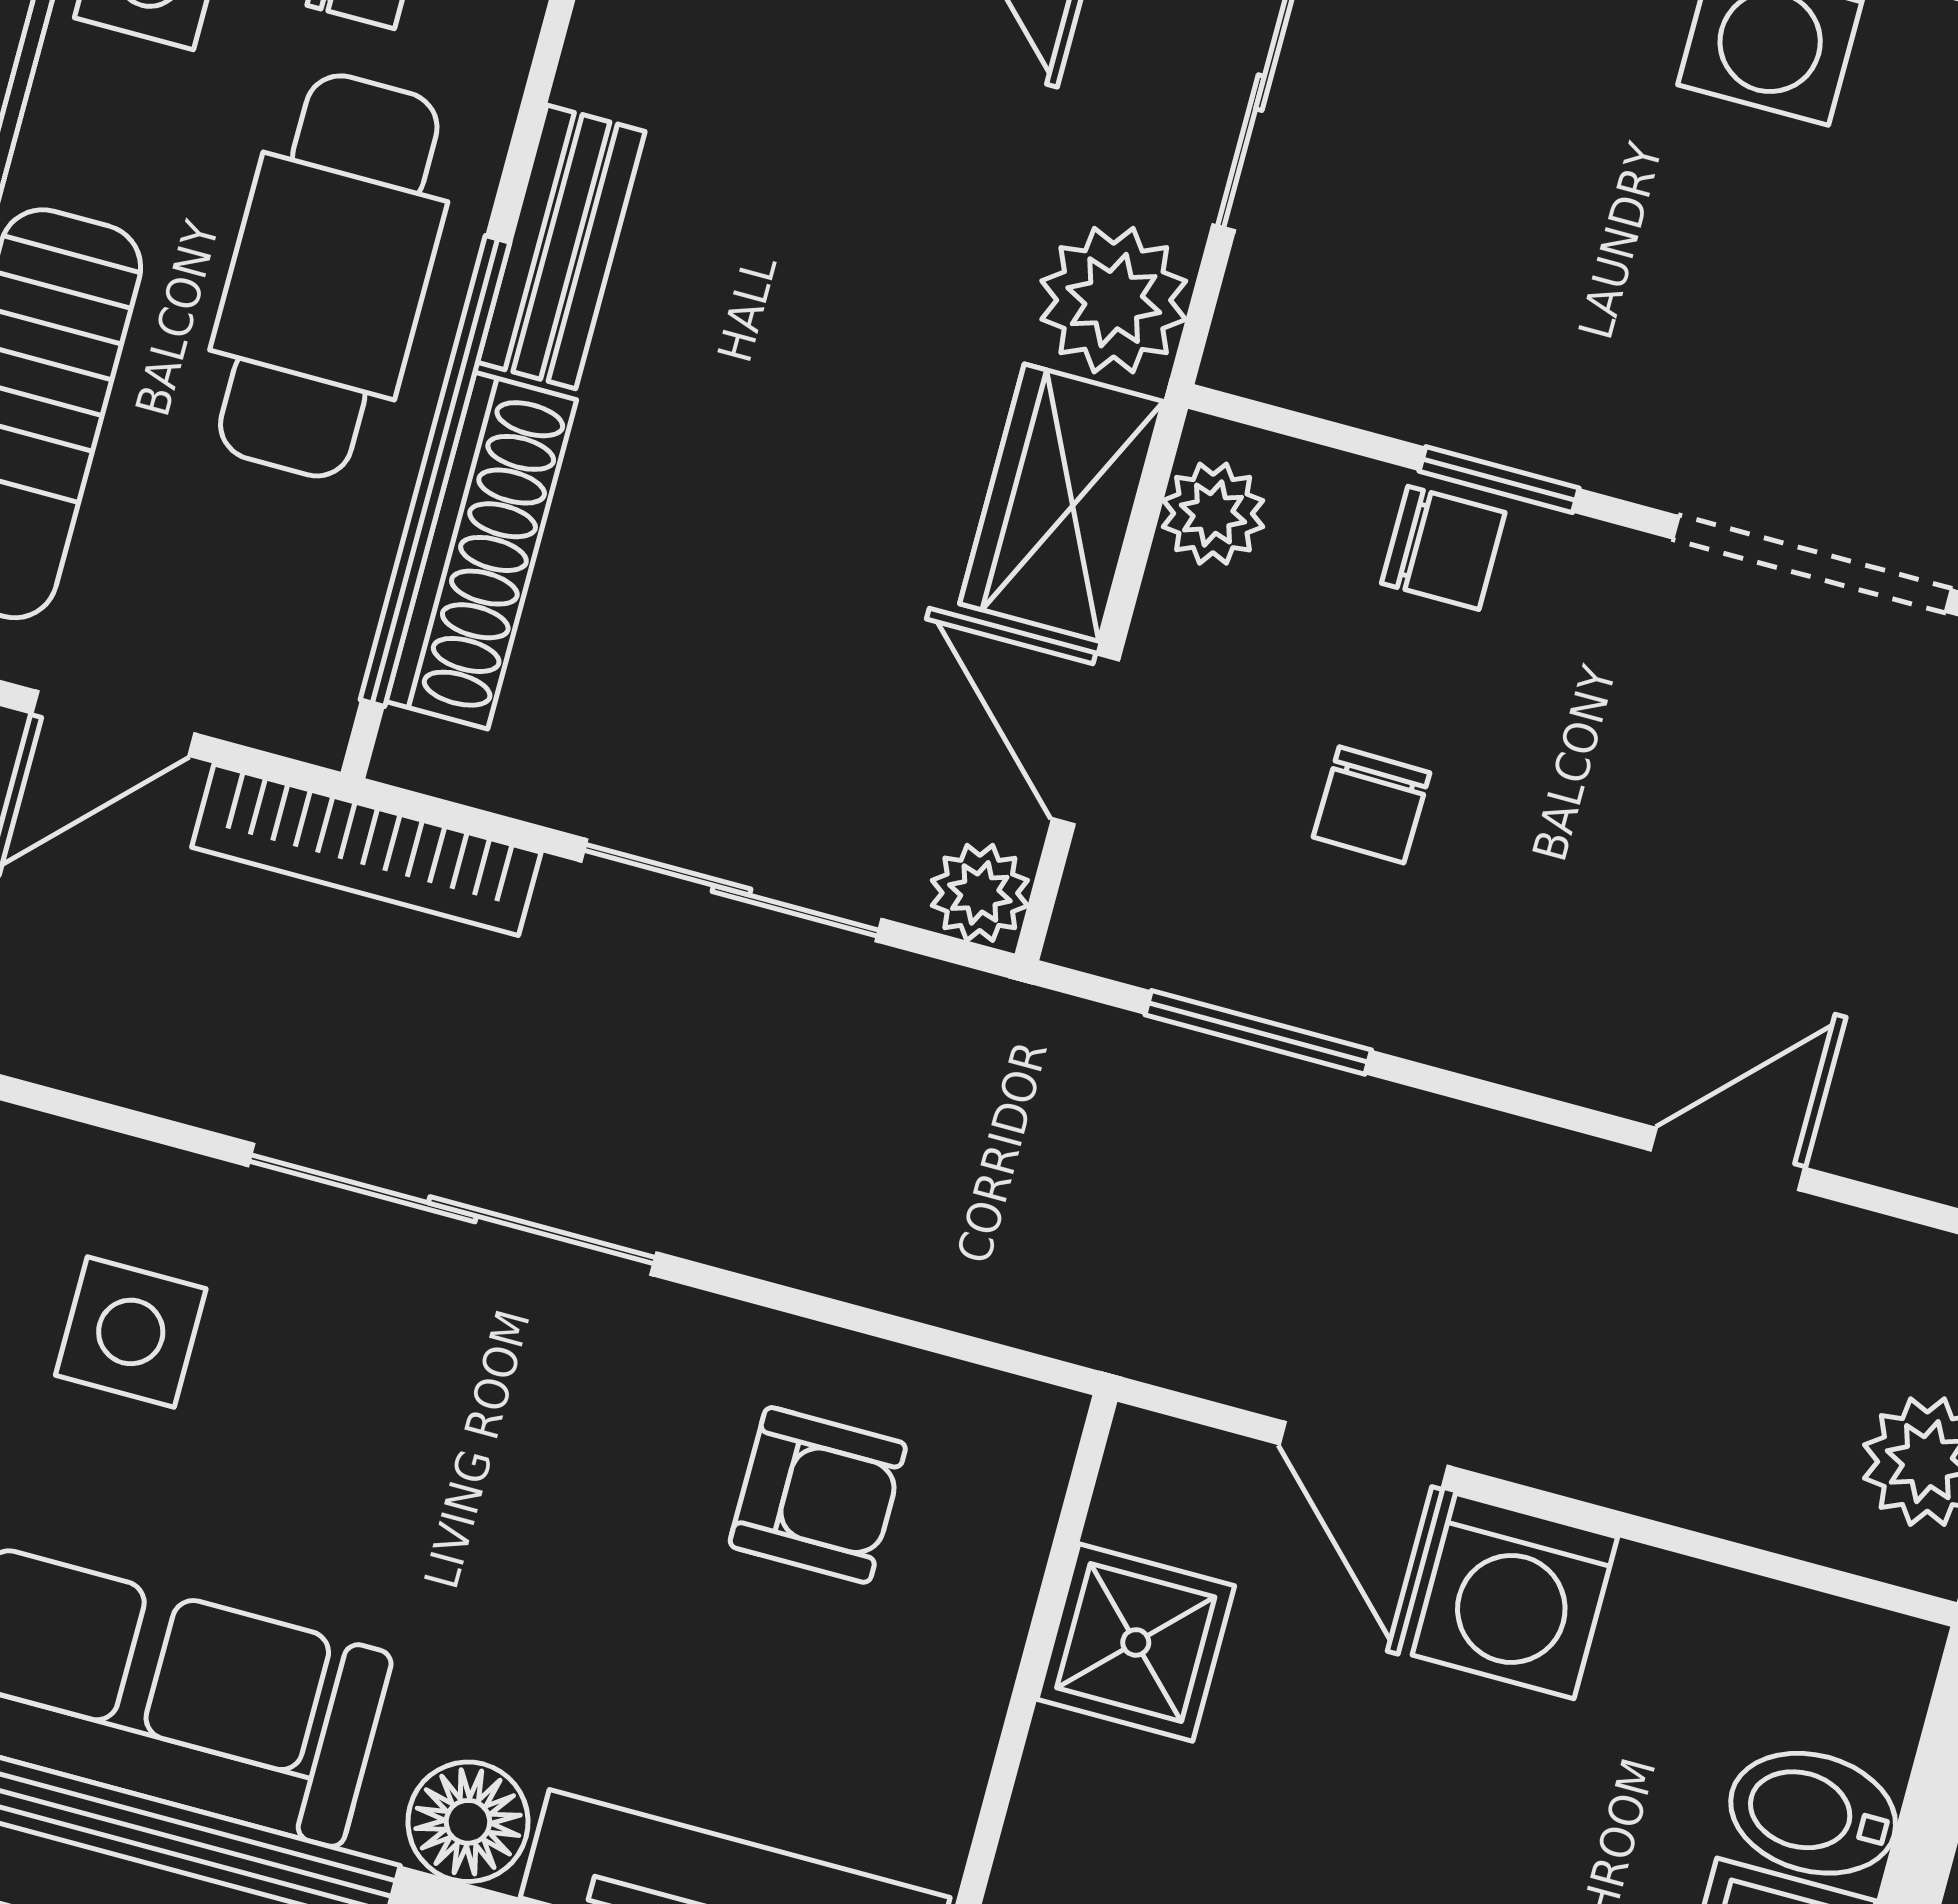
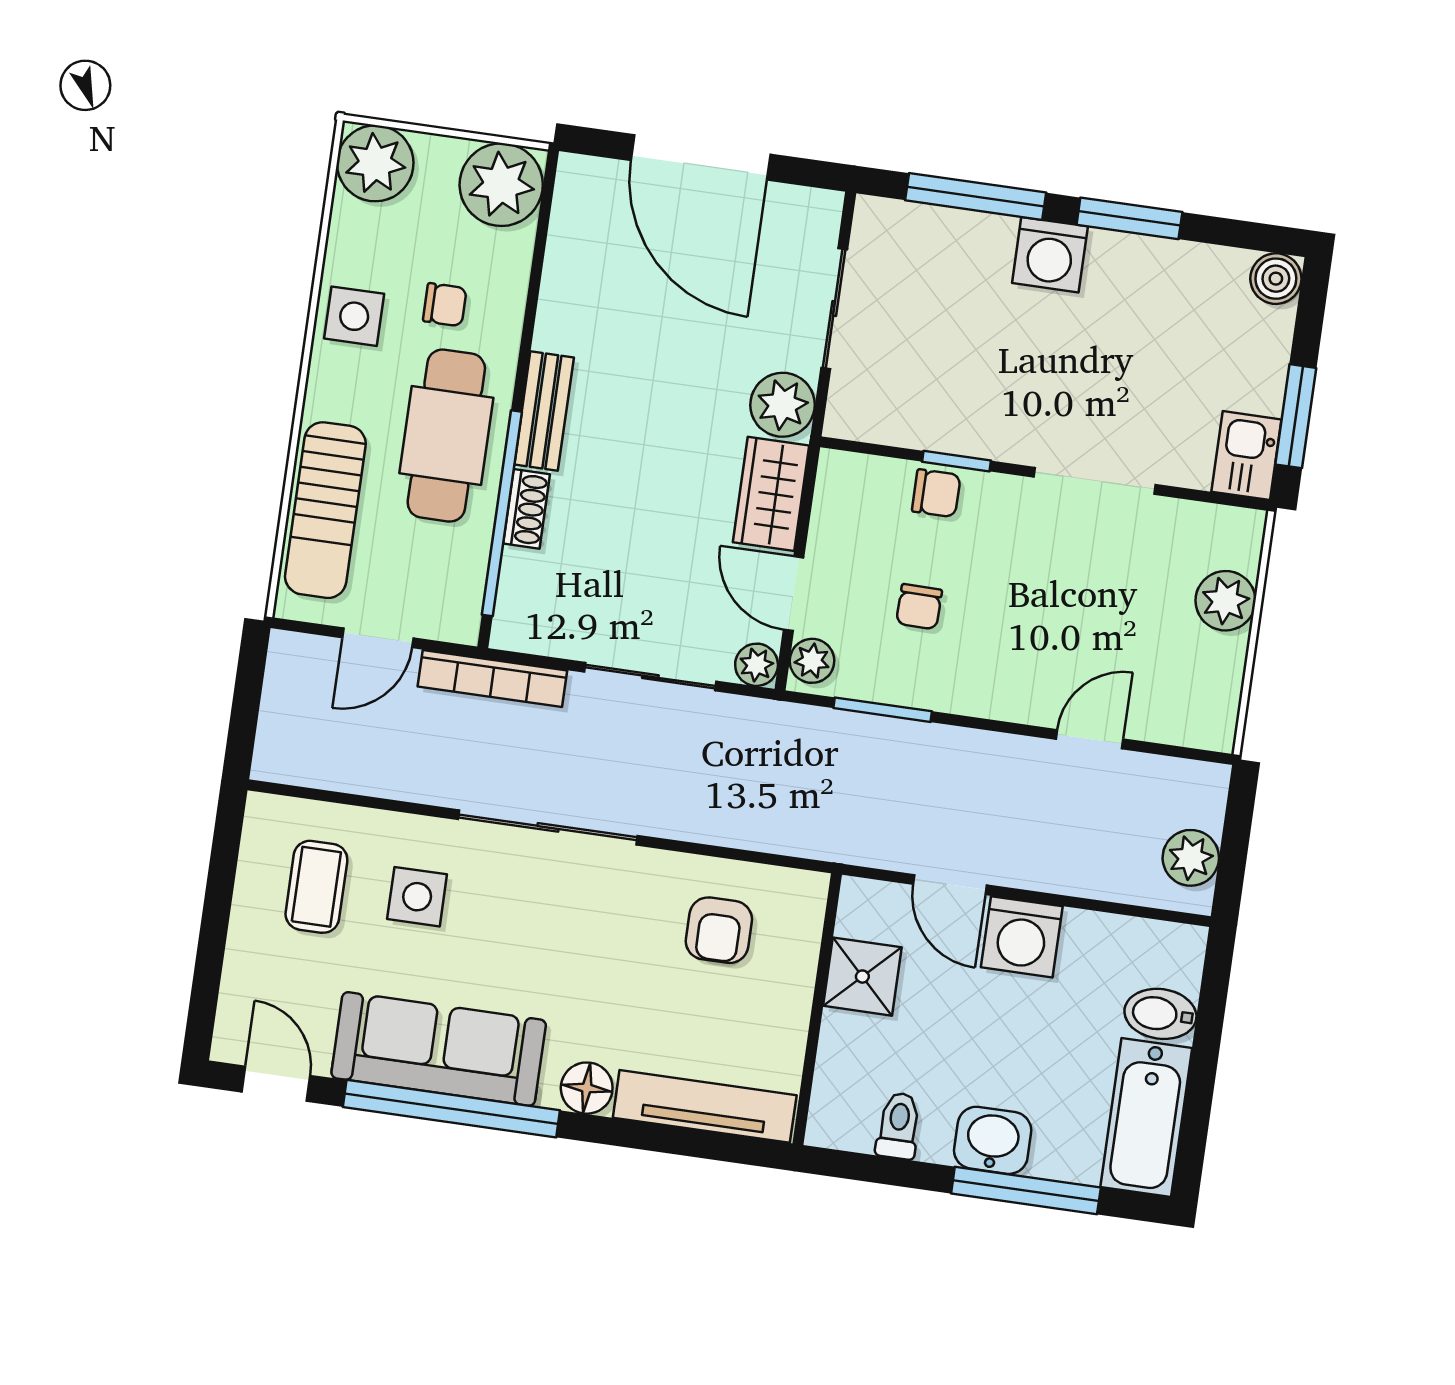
plant: (1213, 514) -> (812, 661), moved
shoe rack: (481, 551) -> (527, 509), width x0.51, depth x0.81
armchair: (818, 1495) -> (719, 930), turned 90

